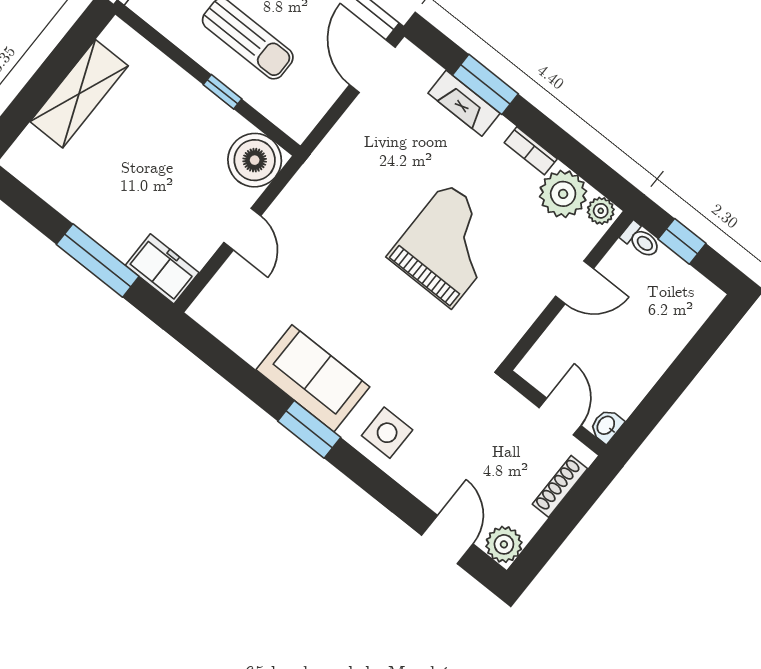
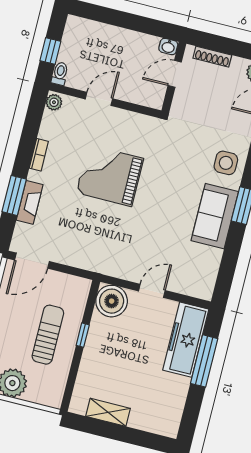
shelving: (79, 94) -> (108, 412), width x0.67, depth x0.75
plant: (563, 194) -> (54, 127), removed
freezer: (162, 269) -> (186, 340), width x1.91, depth x1.26
door: (574, 282) -> (99, 99), hinge flipped

